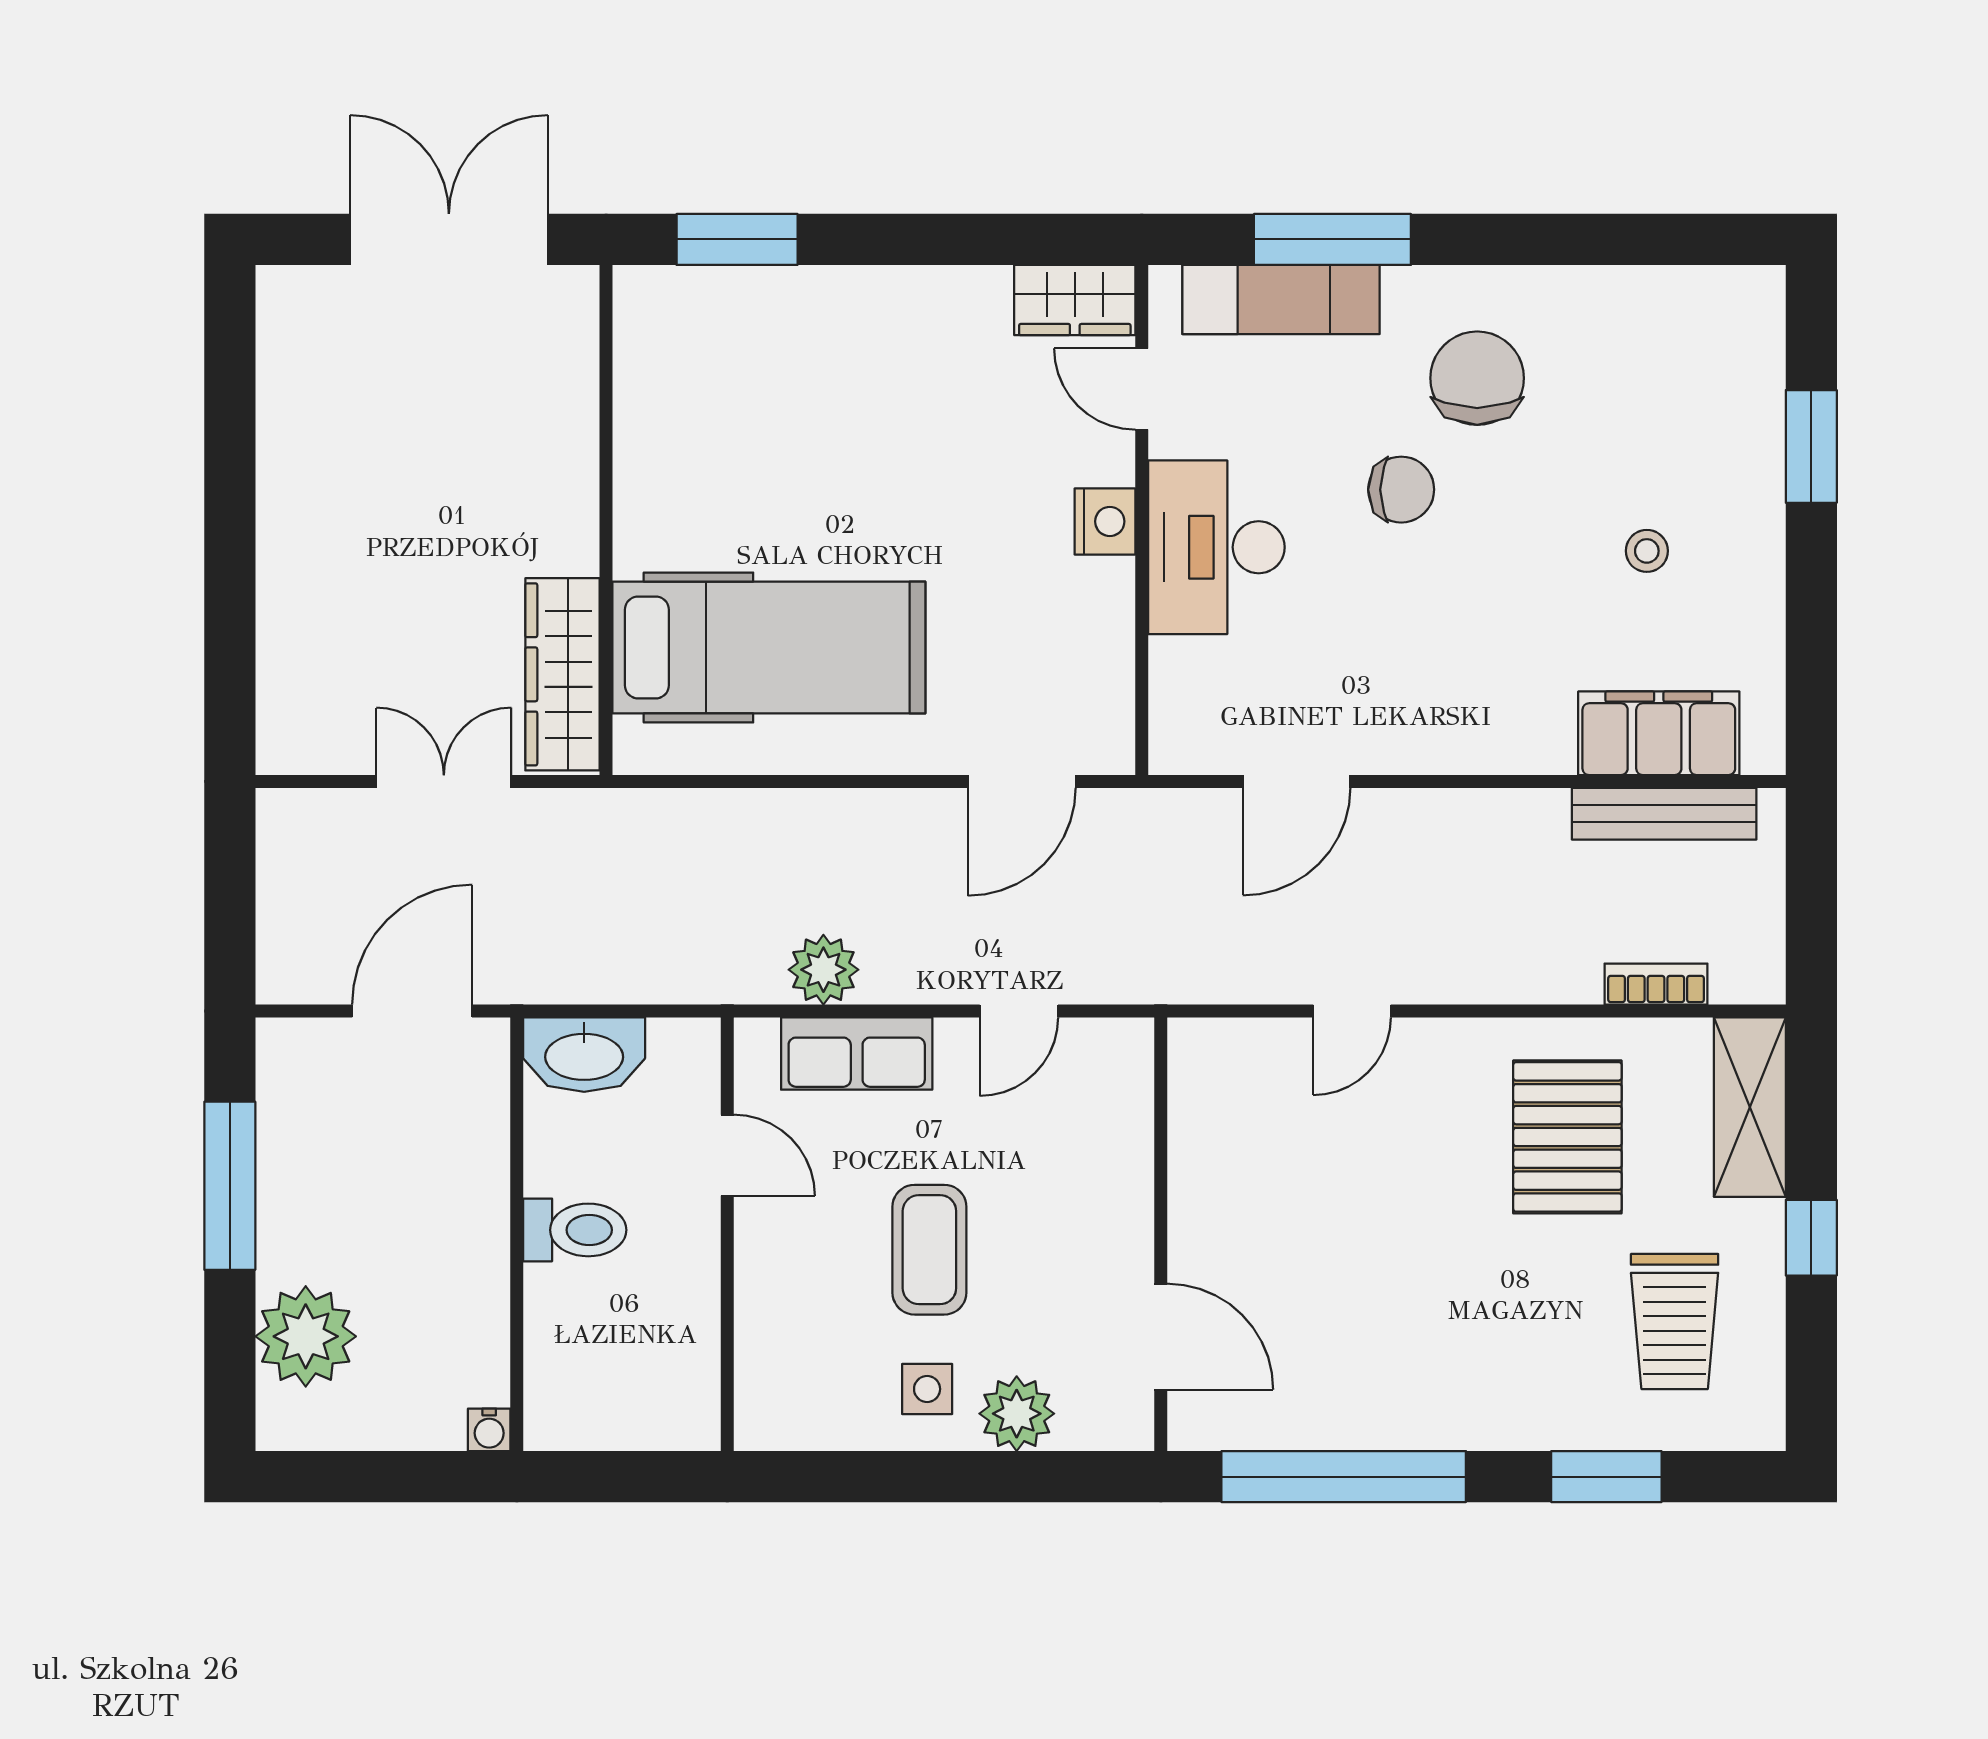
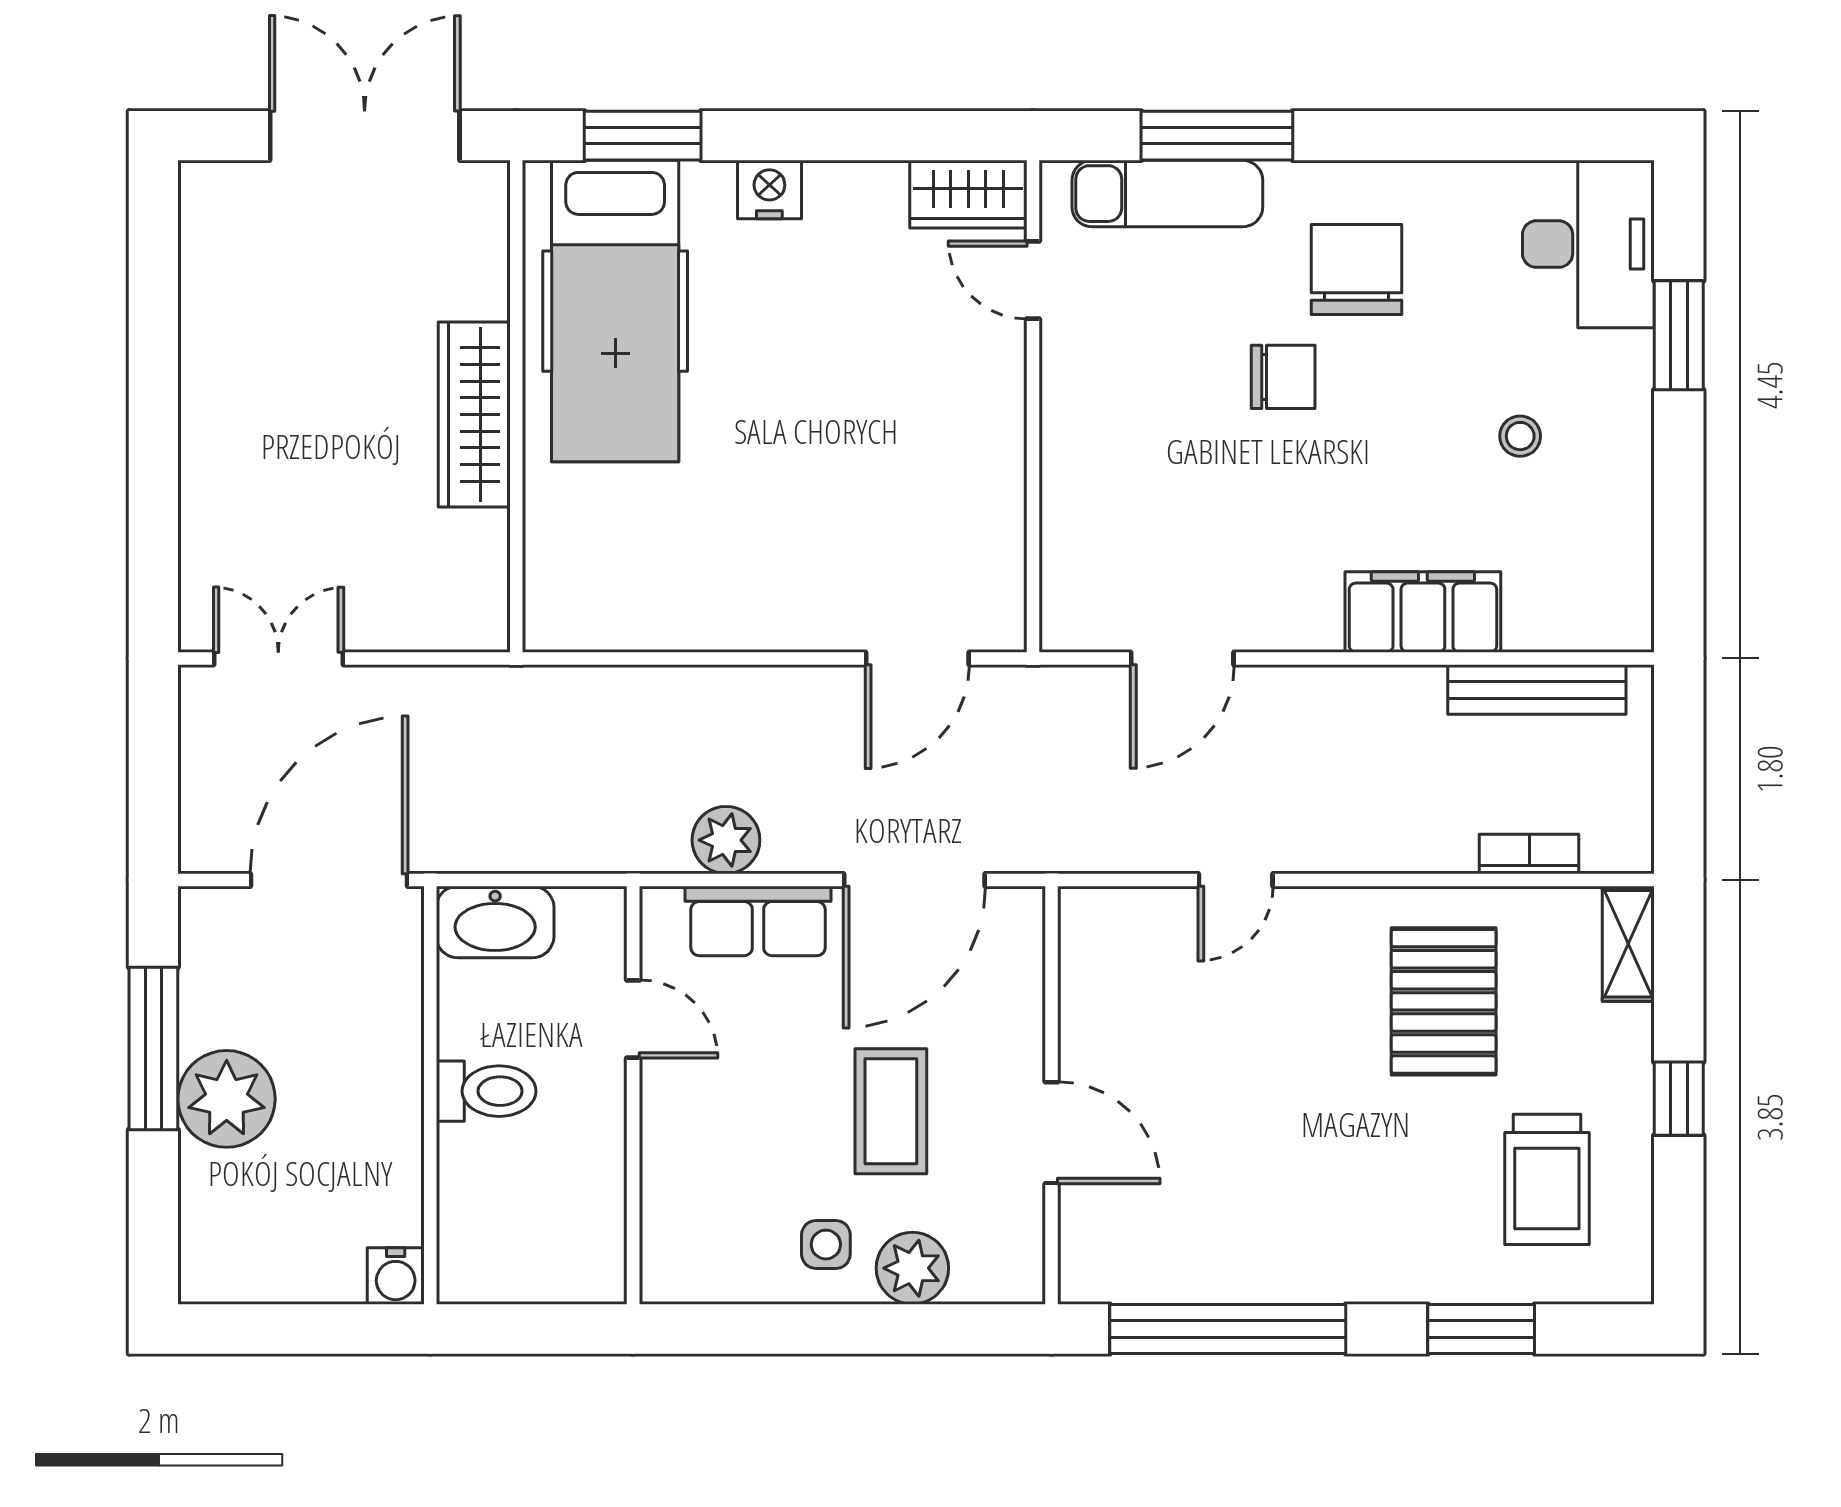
nightstand: (1105, 521) -> (769, 190), moved, turned -90
desk: (1216, 547) -> (1588, 244), moved, turned 180
hospital bed: (769, 647) -> (615, 311), moved, turned 90
wardrobe: (563, 674) -> (474, 414), moved
filing cabinet: (1659, 733) -> (1423, 612), moved
double door: (444, 781) -> (278, 658), moved
door: (412, 1011) -> (329, 880), width x1.36
door: (1019, 1011) -> (914, 880), width x1.88
shelving: (1750, 1107) -> (1628, 944), width x0.67, depth x0.75
coffee table: (929, 1250) -> (891, 1111), moved
plant: (306, 1336) -> (227, 1099), moved
door: (1161, 1337) -> (1051, 1133), moved
water cooler: (489, 1430) -> (396, 1276), width x1.38, depth x1.38

